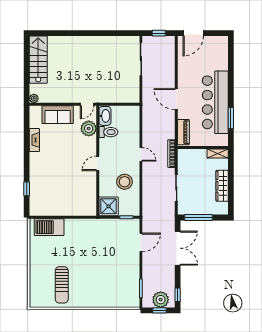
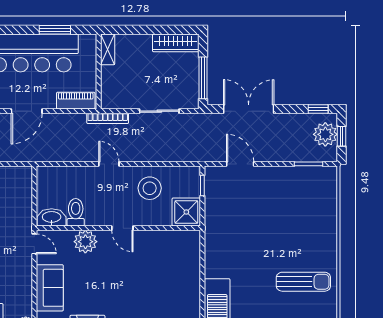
plant: (89, 128) -> (85, 242), moved
door: (141, 154) -> (109, 164), hinge flipped
wardrobe: (222, 186) -> (176, 43), moved

